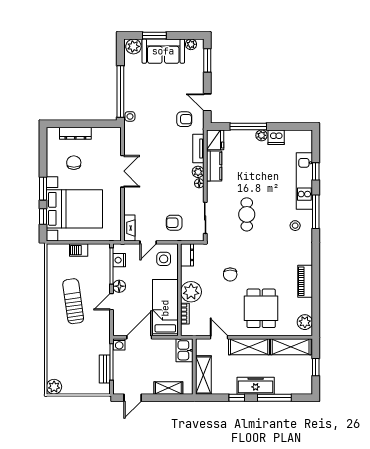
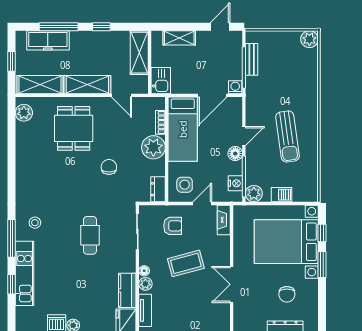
coffee table: (163, 190) -> (186, 263), added
plant: (103, 251) -> (254, 194), added
piano: (305, 281) -> (24, 159), removed
freezer: (256, 386) -> (48, 40), moved

